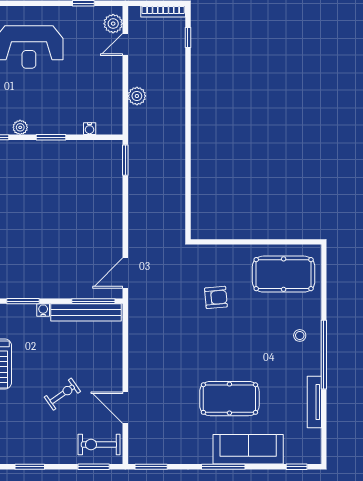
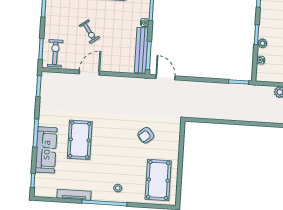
plant: (20, 127) -> (262, 43), moved
armchair: (216, 297) -> (146, 135), turned 55
door: (125, 408) -> (89, 73), moved

